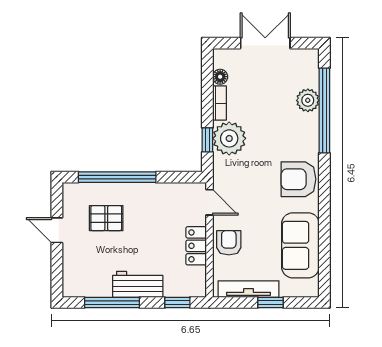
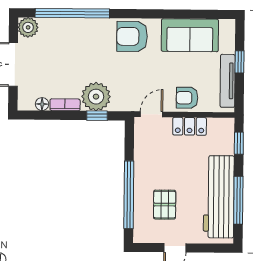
plant: (308, 100) -> (28, 27), moved
armchair: (298, 179) -> (132, 36), turned 90
workbench: (138, 284) -> (219, 197), width x1.88, depth x1.32

